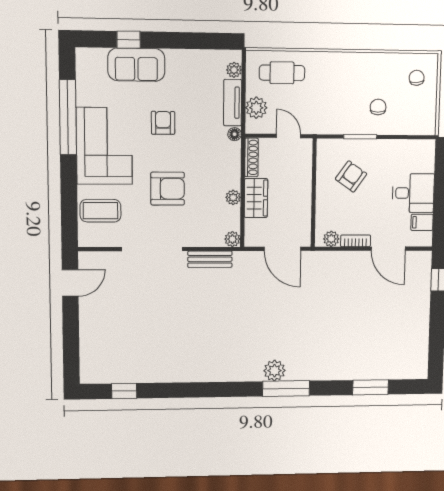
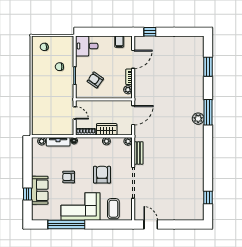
cafe table: (282, 73) -> (43, 117), removed
plant: (256, 108) -> (61, 130), removed
door: (289, 136) -> (75, 113), swing flipped
desk: (413, 193) -> (87, 46), moved, turned -90

